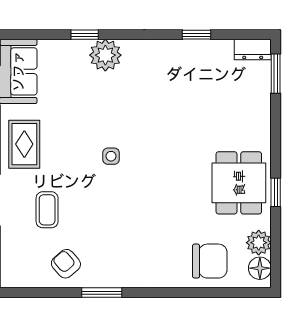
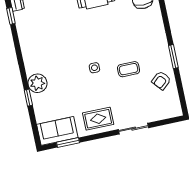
window: (196, 35) -> (11, 16), moved
coffee table: (47, 210) -> (129, 69), moved

